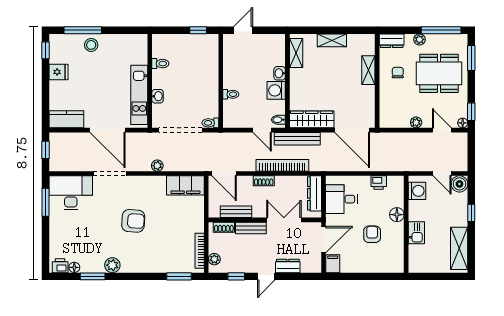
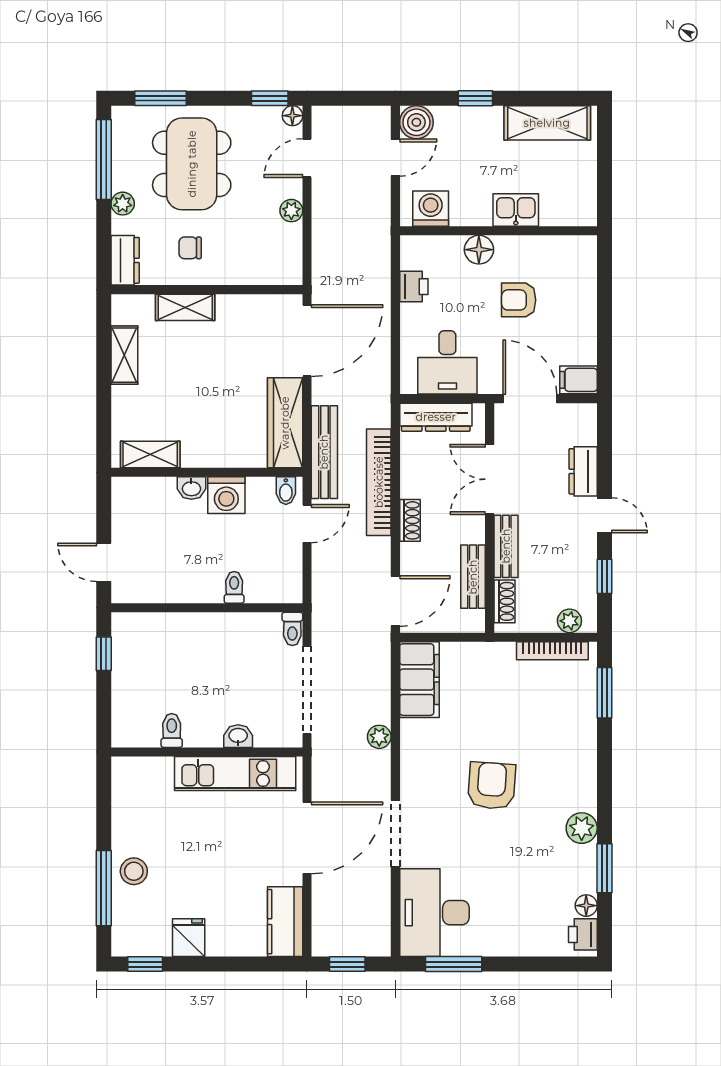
shelving: (332, 40) -> (124, 355), moved

